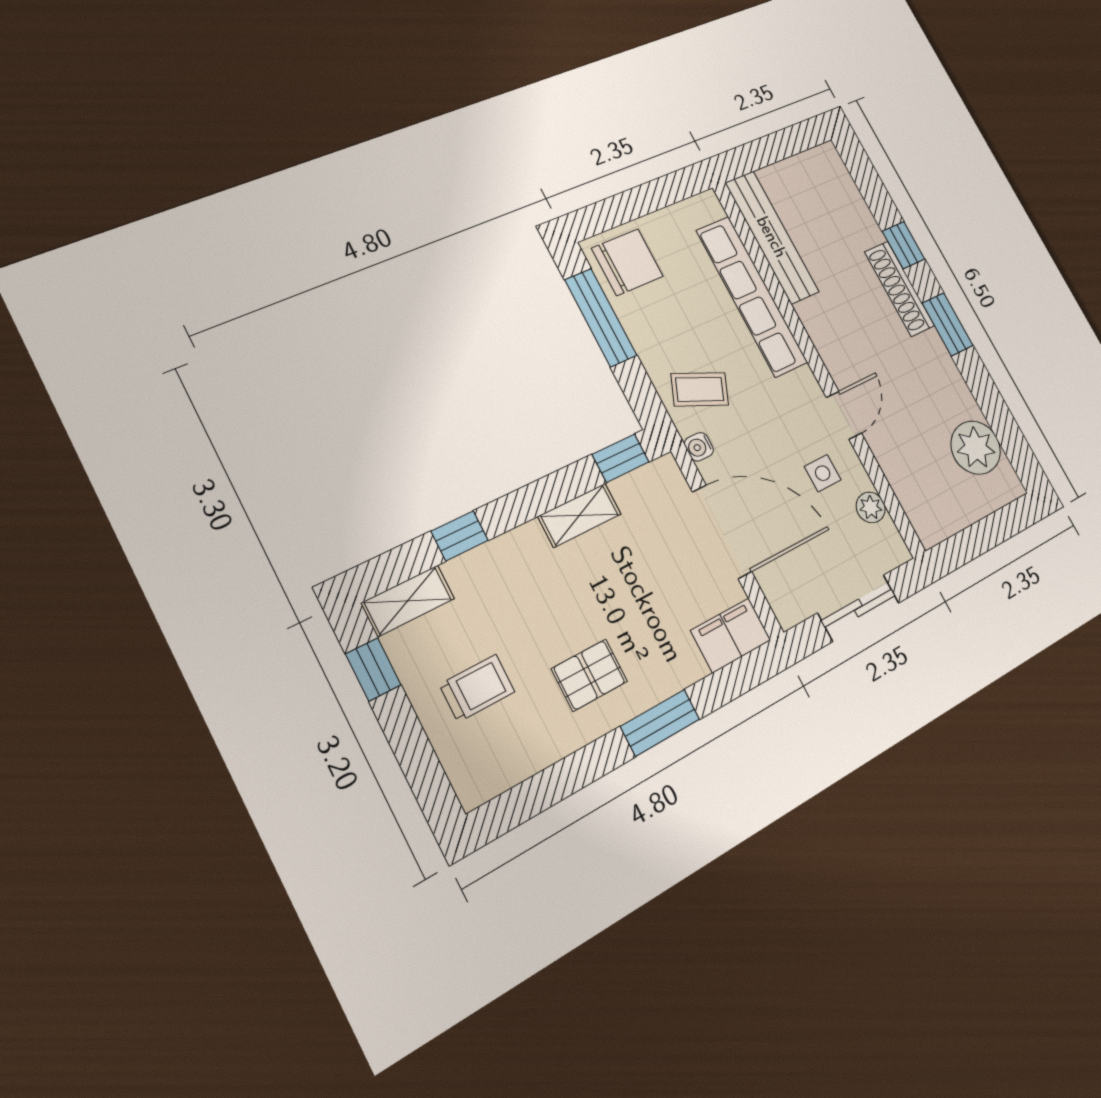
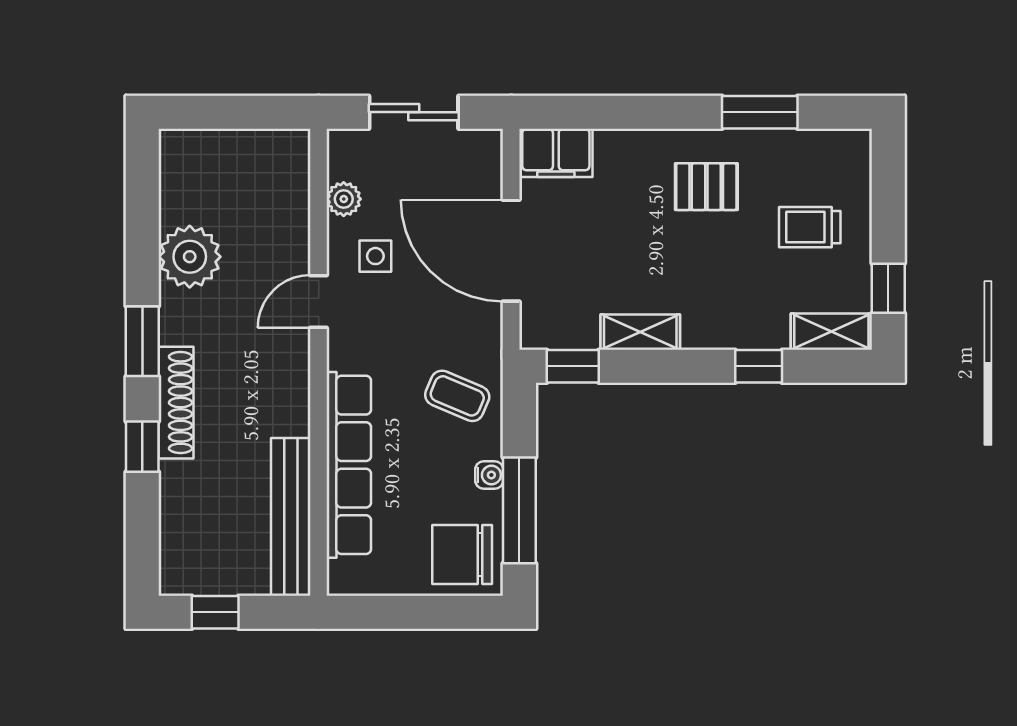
window: (786, 143) -> (215, 612), added
water cooler: (699, 447) -> (489, 475), moved
plant: (976, 448) -> (190, 257), moved
window: (660, 723) -> (760, 112), moved

